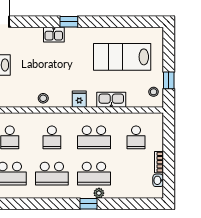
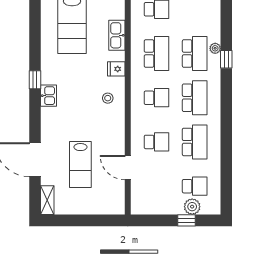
stool: (43, 98) -> (108, 98), moved

